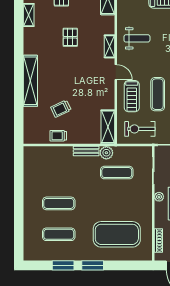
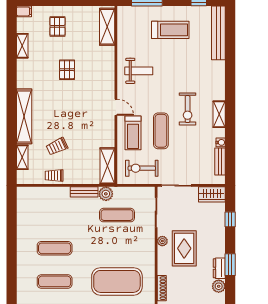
shelving: (109, 46) -> (22, 157), moved

